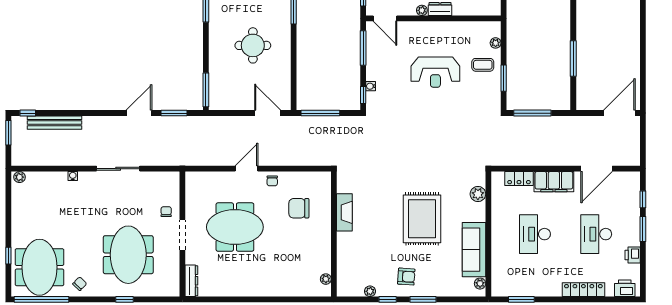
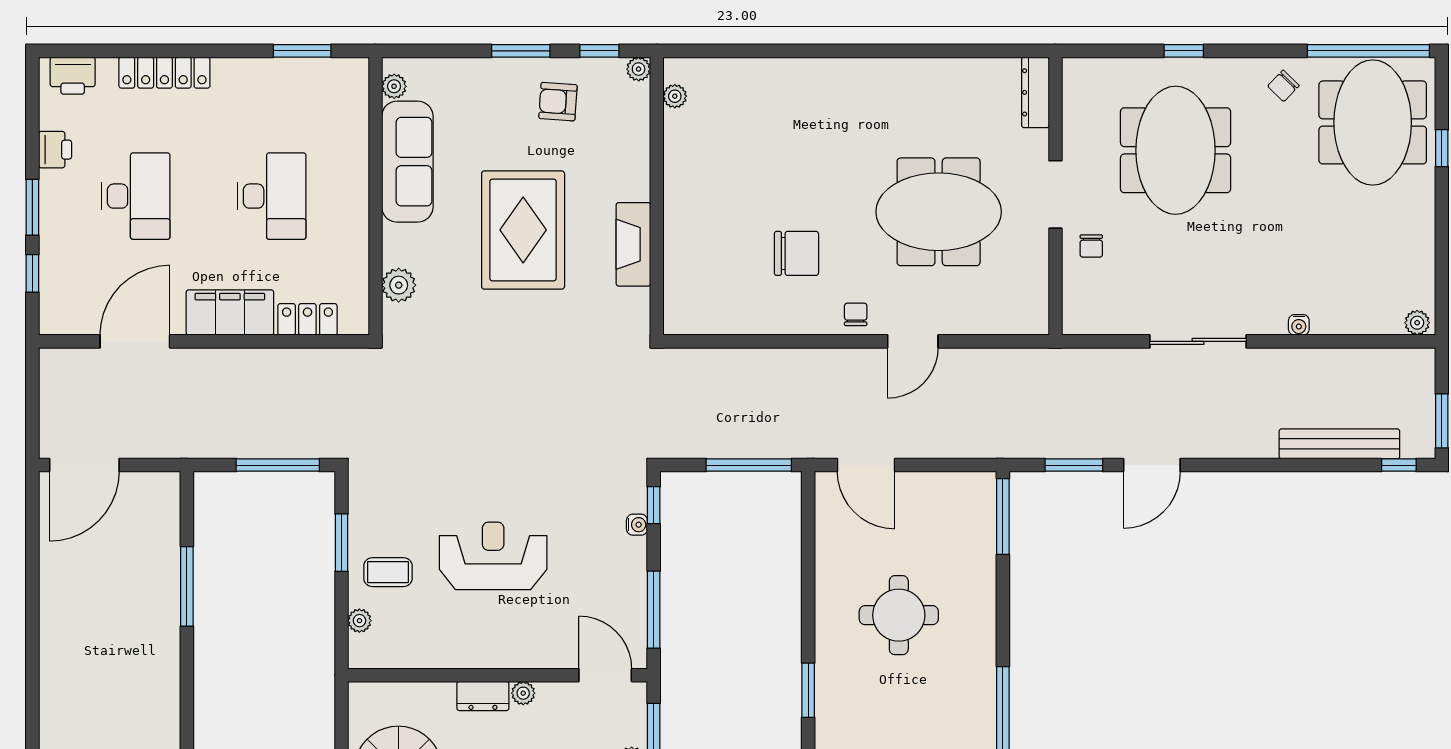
fireplace: (344, 212) -> (633, 244), moved
wall: (334, 234) -> (657, 196), moved
plant: (326, 279) -> (675, 96), moved

